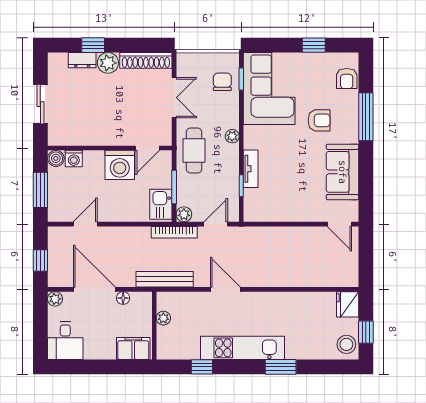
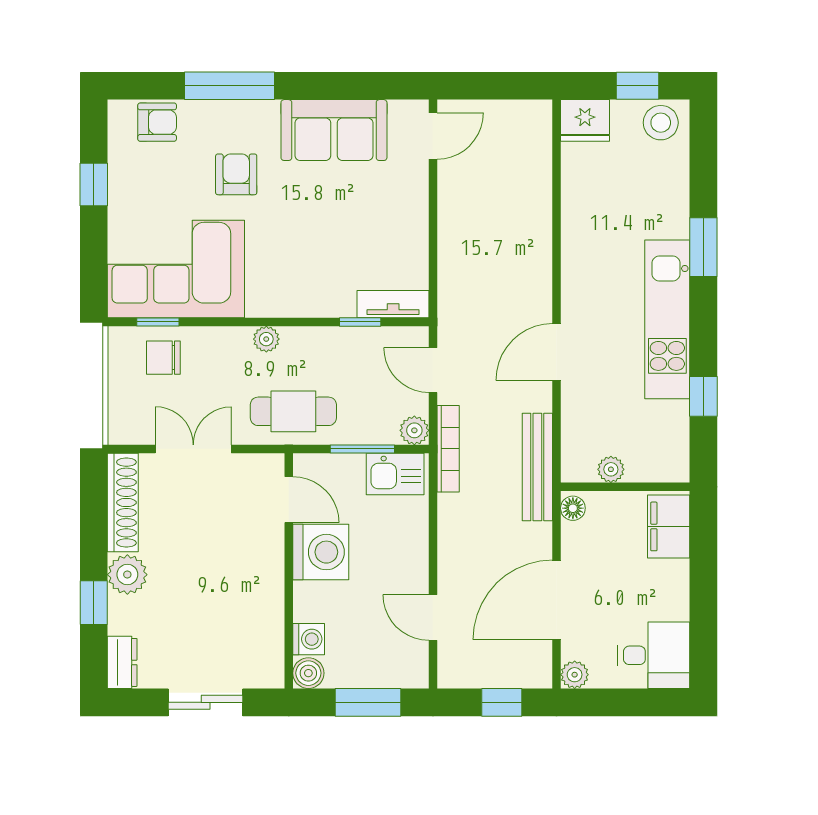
dresser: (82, 60) -> (122, 662), moved
tv unit: (251, 169) -> (393, 304), moved
floor lamp: (123, 298) -> (573, 508), moved

